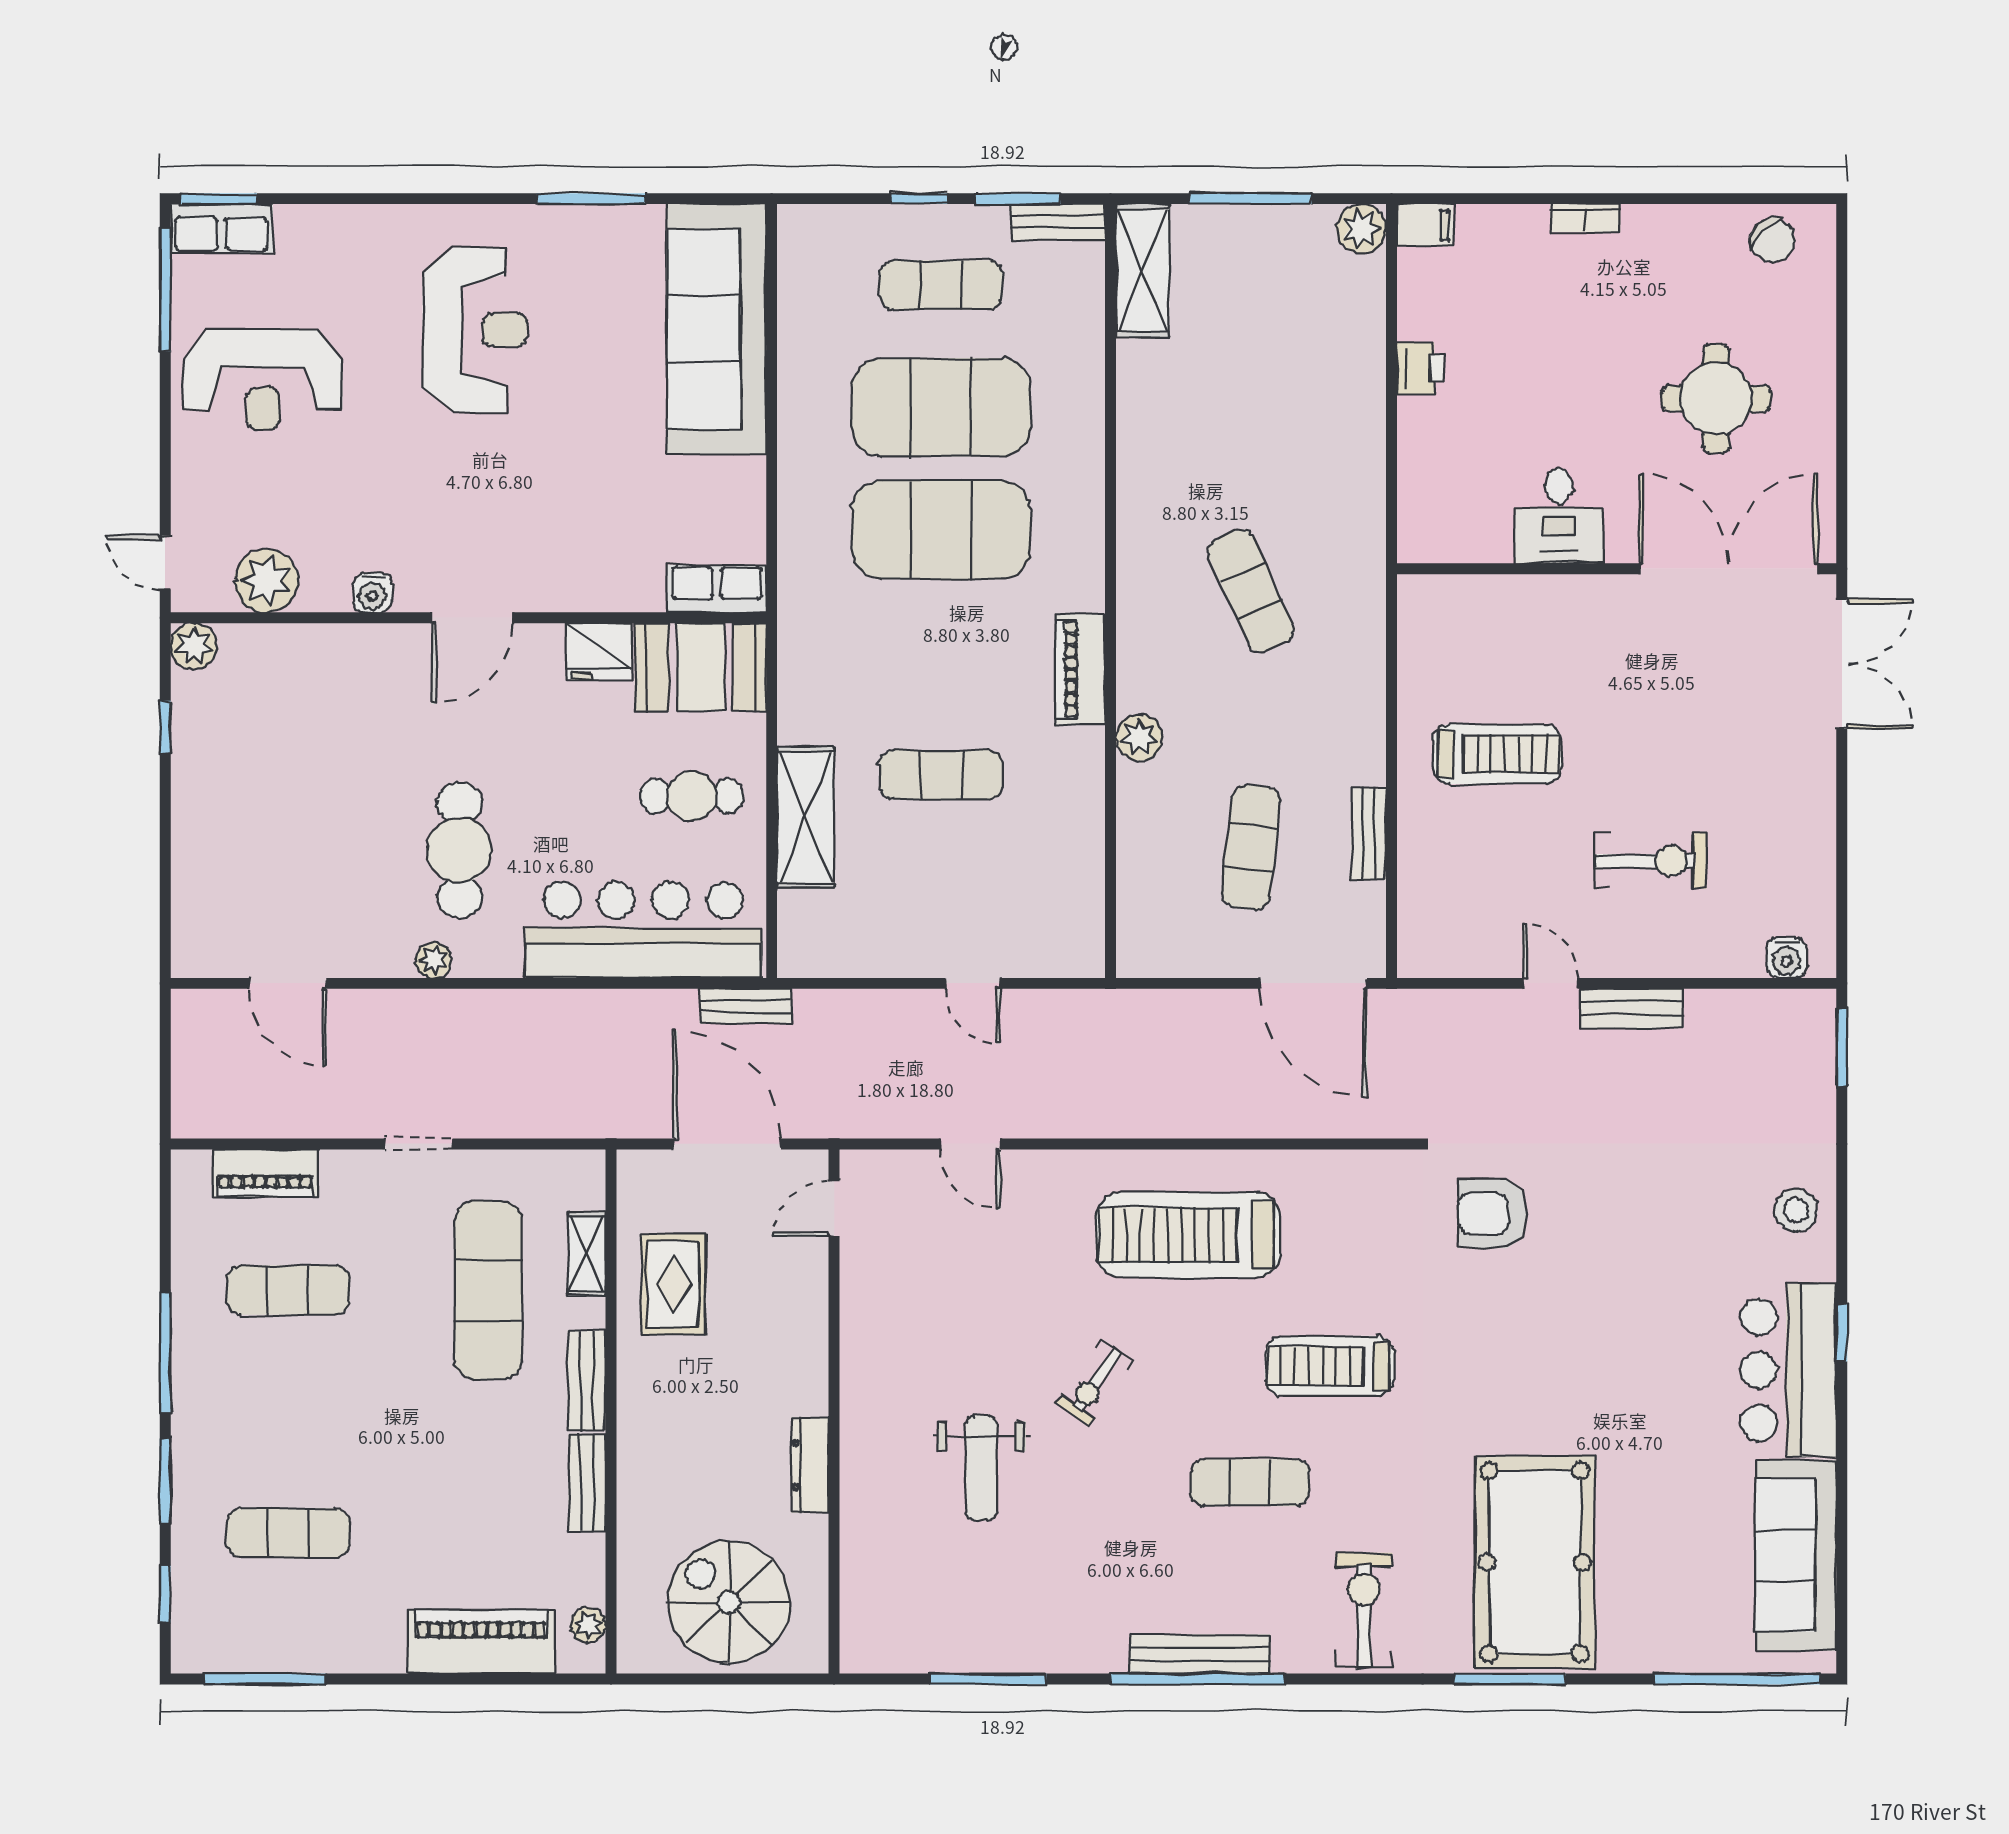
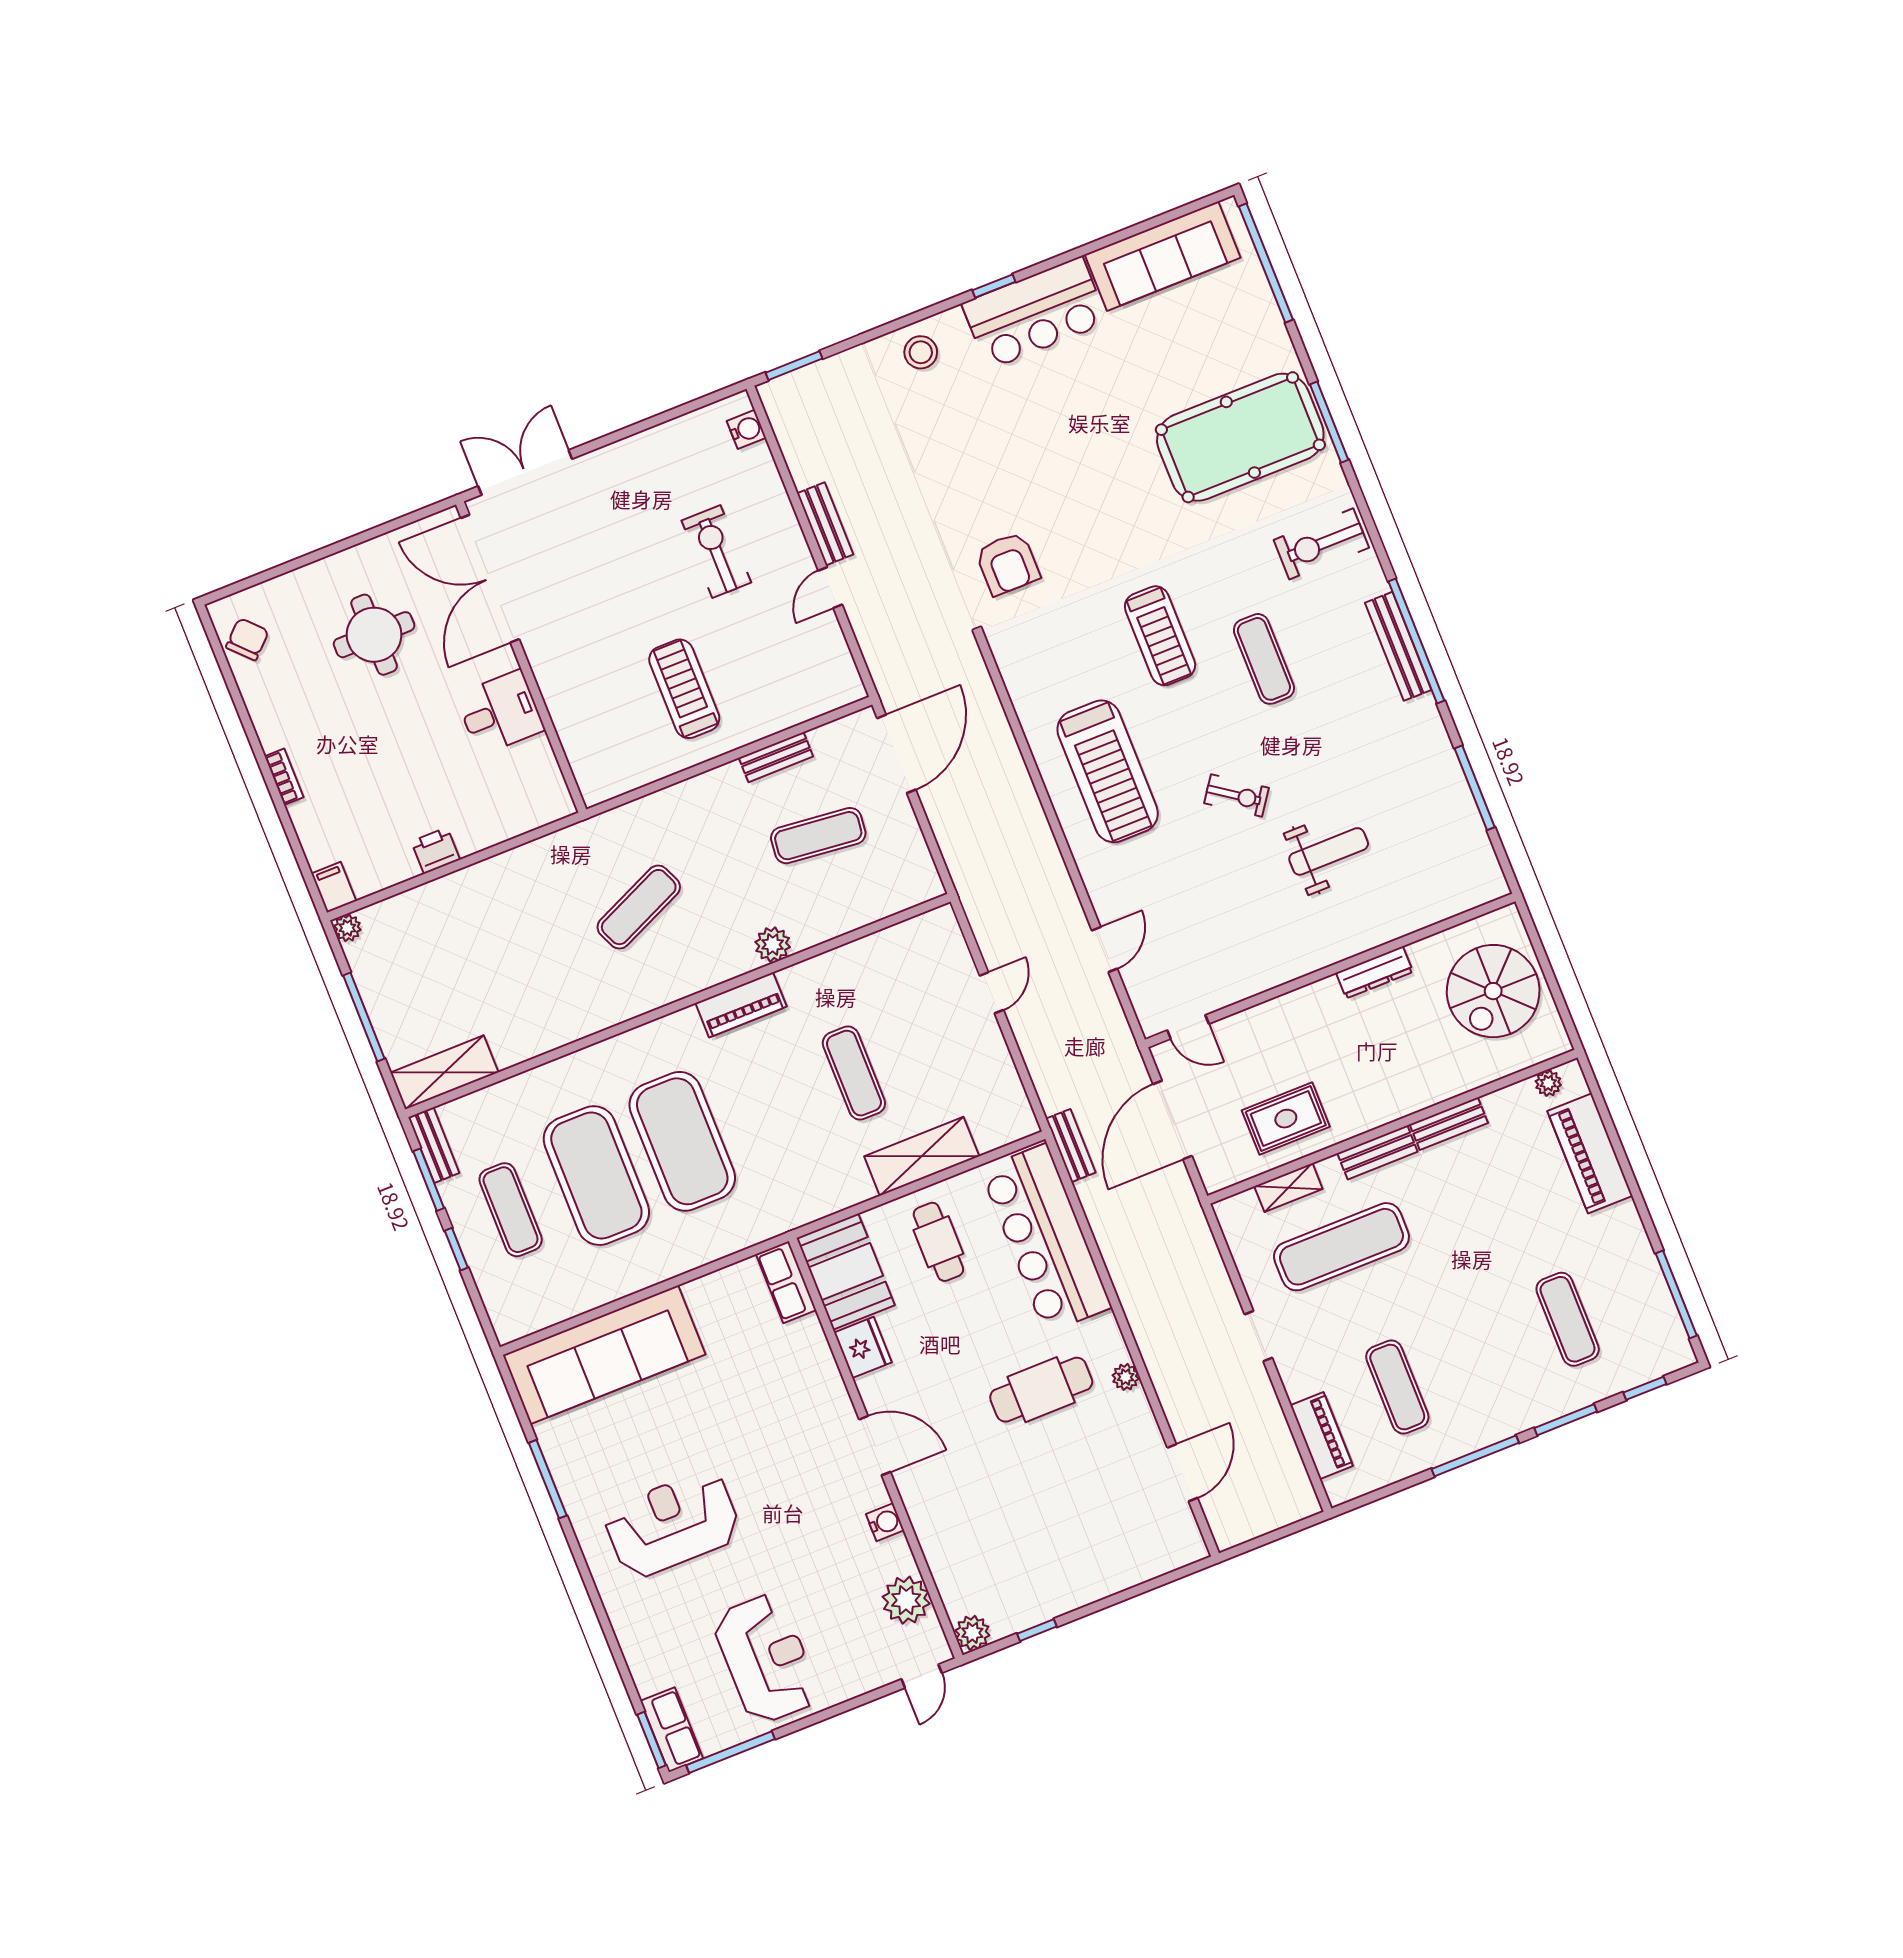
plant: (1361, 229) -> (347, 928), width x0.73, depth x0.73

